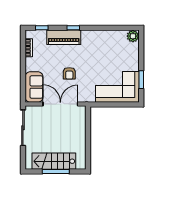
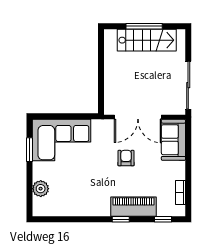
plant: (133, 36) -> (41, 189), moved

